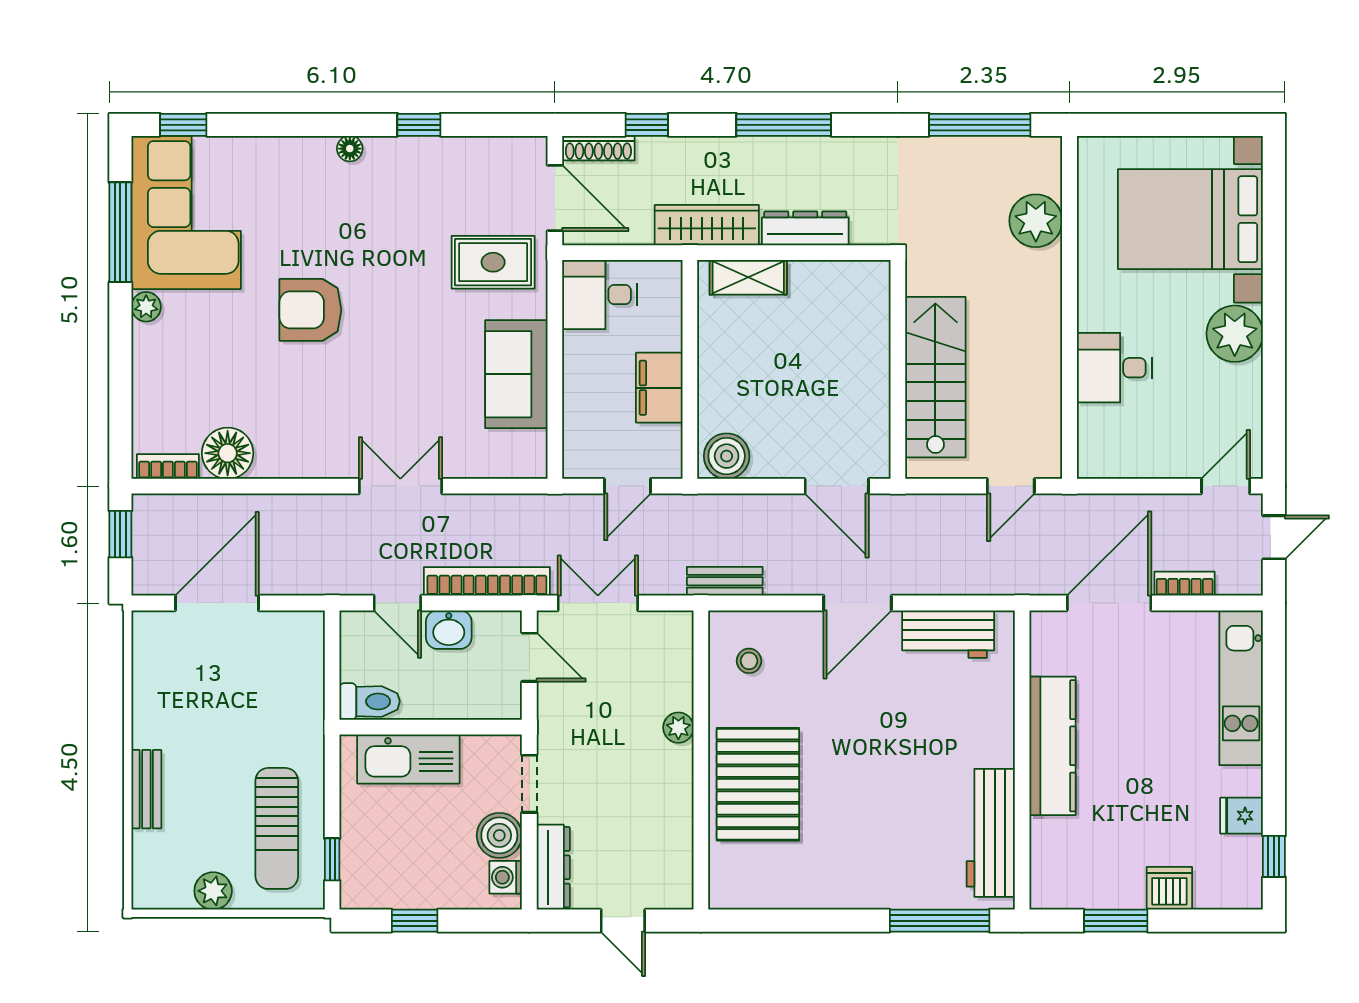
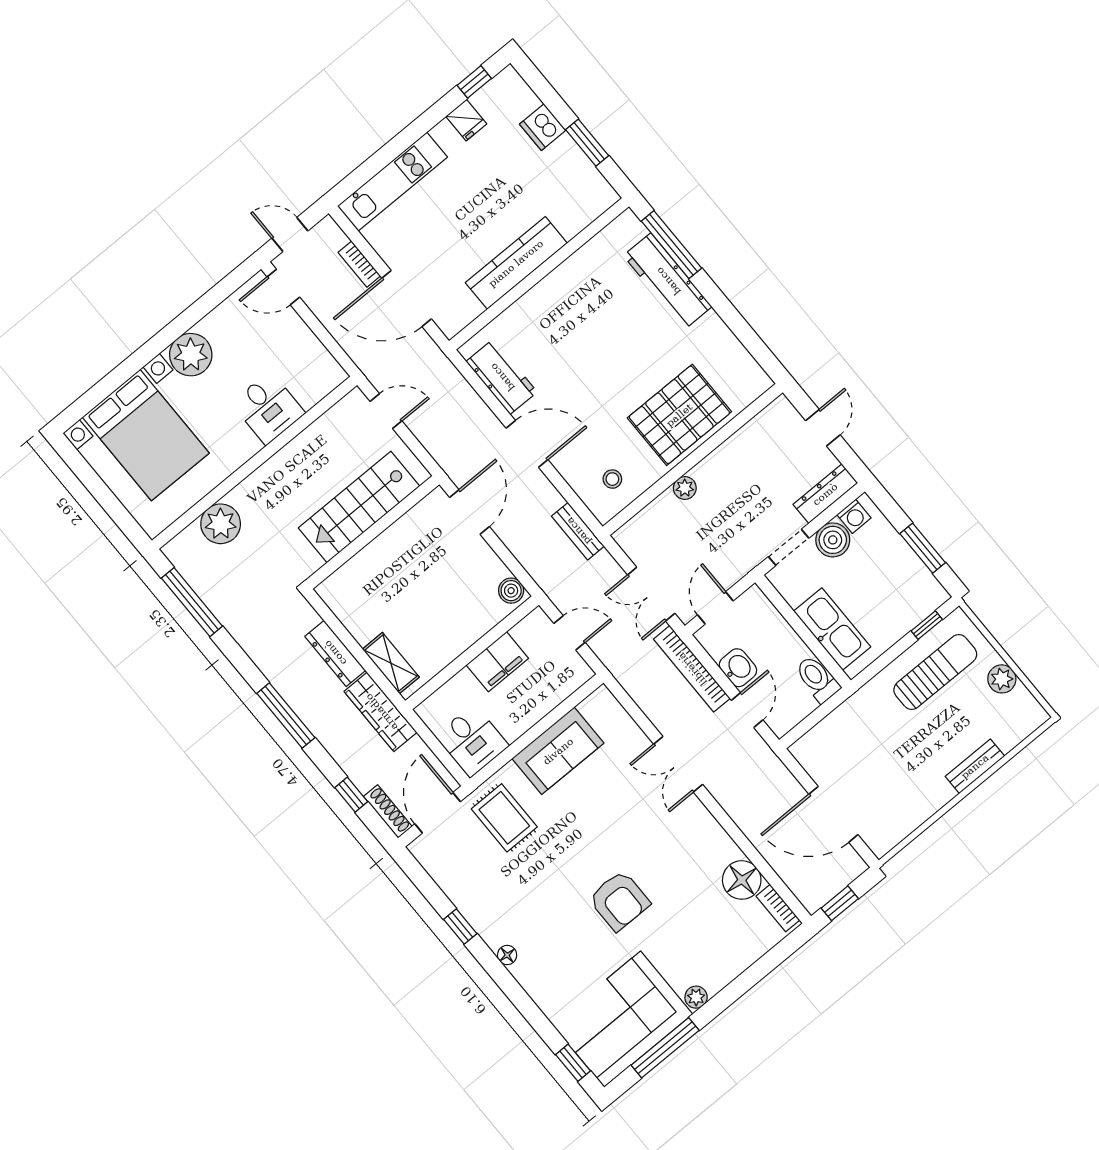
boiler: (727, 456) -> (511, 591), width x0.73, depth x0.73
workbench: (991, 833) -> (668, 281), moved, turned 90
window: (415, 921) -> (923, 548), width x1.50

